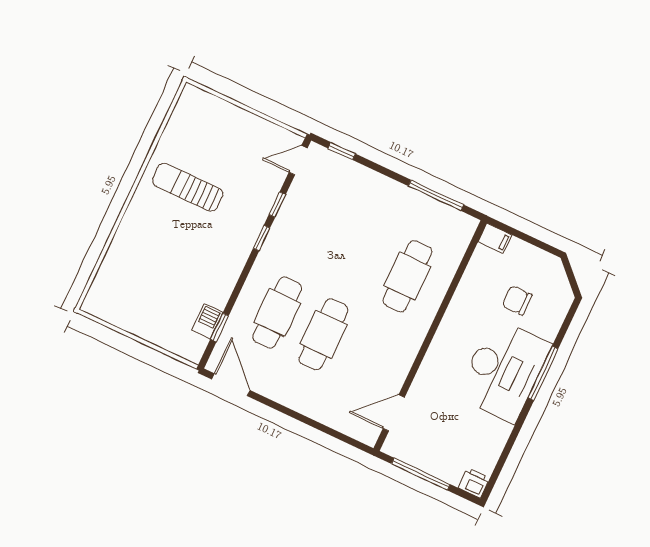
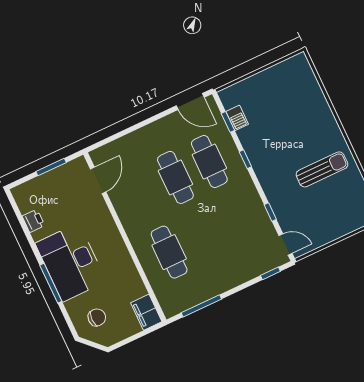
door: (298, 160) -> (286, 244), hinge flipped
window: (262, 238) -> (245, 159), moved
filing cabinet: (495, 238) -> (146, 312), width x2.00
chair: (517, 300) -> (97, 317), moved
window: (421, 474) -> (51, 167), width x0.69
printer: (474, 483) -> (33, 221), moved, turned -90

